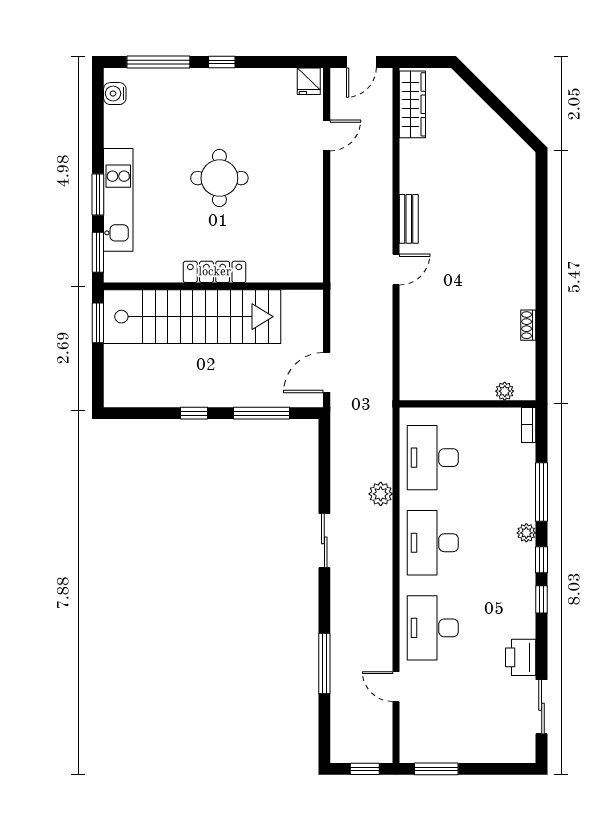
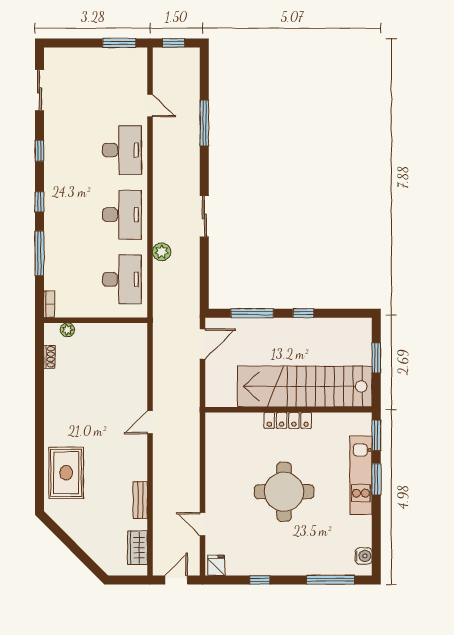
window: (222, 62) -> (260, 580), moved
wardrobe: (412, 104) -> (137, 548), width x0.67
door: (327, 135) -> (203, 524), hinge flipped
round table: (219, 178) -> (284, 492), width x1.36, depth x1.36
rug: (506, 203) -> (66, 473), added
bench: (409, 219) -> (140, 500), moved
window: (98, 323) -> (376, 358), moved
shoe rack: (528, 325) -> (49, 357), moved
plant: (526, 533) -> (51, 222), removed
window: (542, 599) -> (39, 151), moved
printer: (521, 657) -> (55, 128), removed

